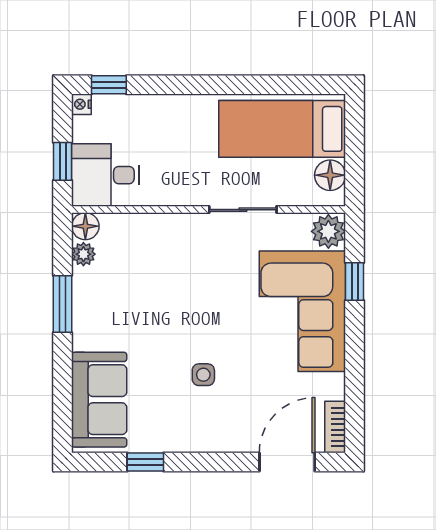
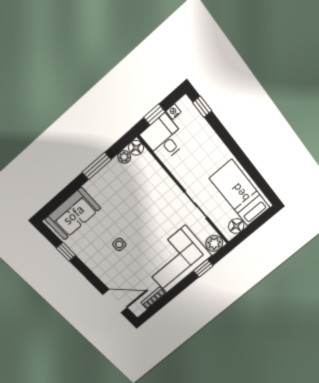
nightstand: (81, 104) -> (174, 112), moved
bookcase: (335, 427) -> (153, 298), moved

